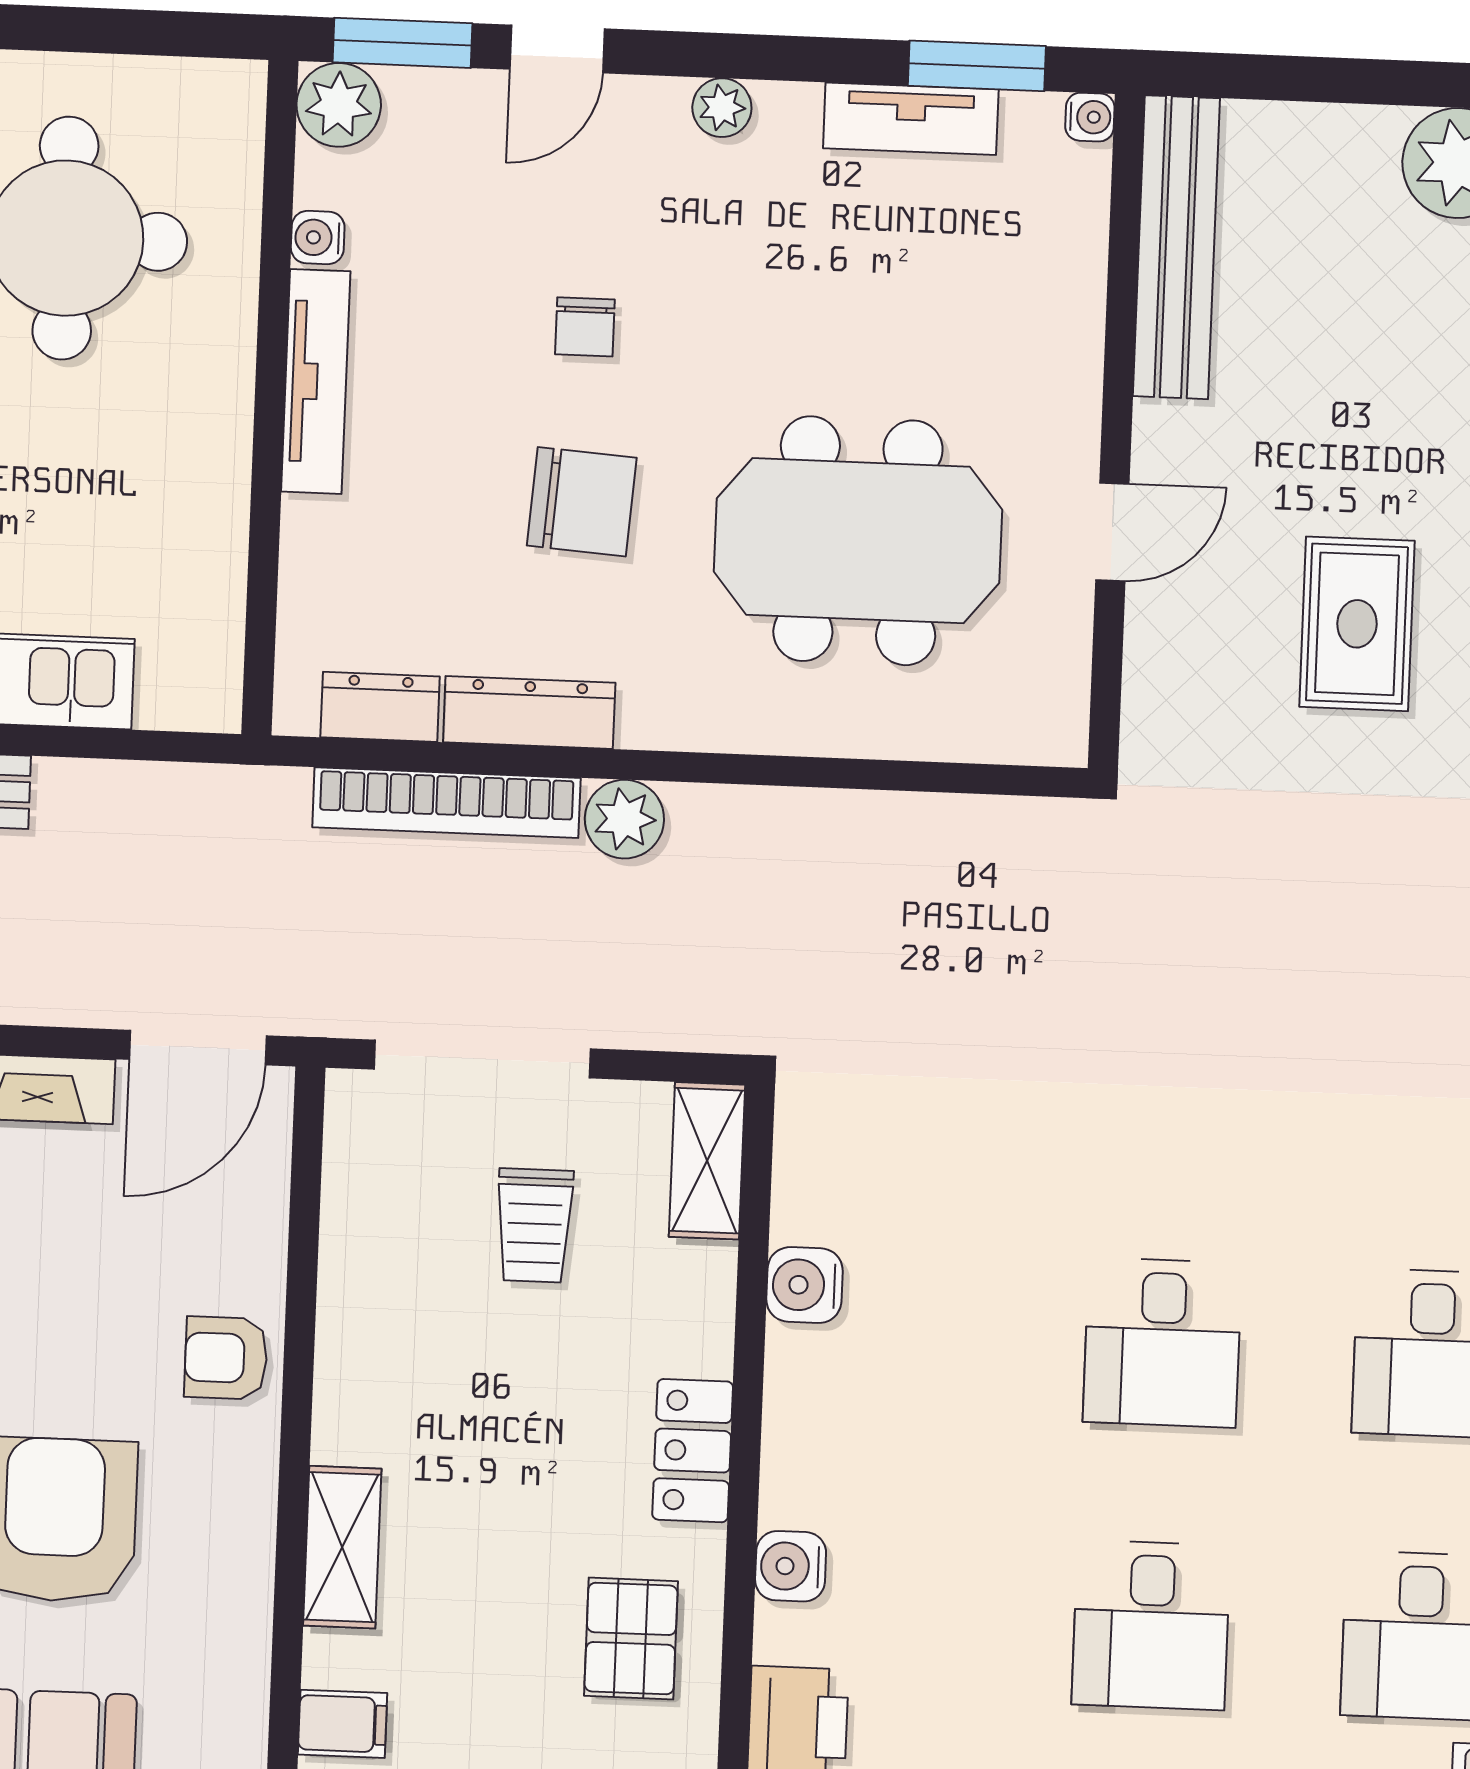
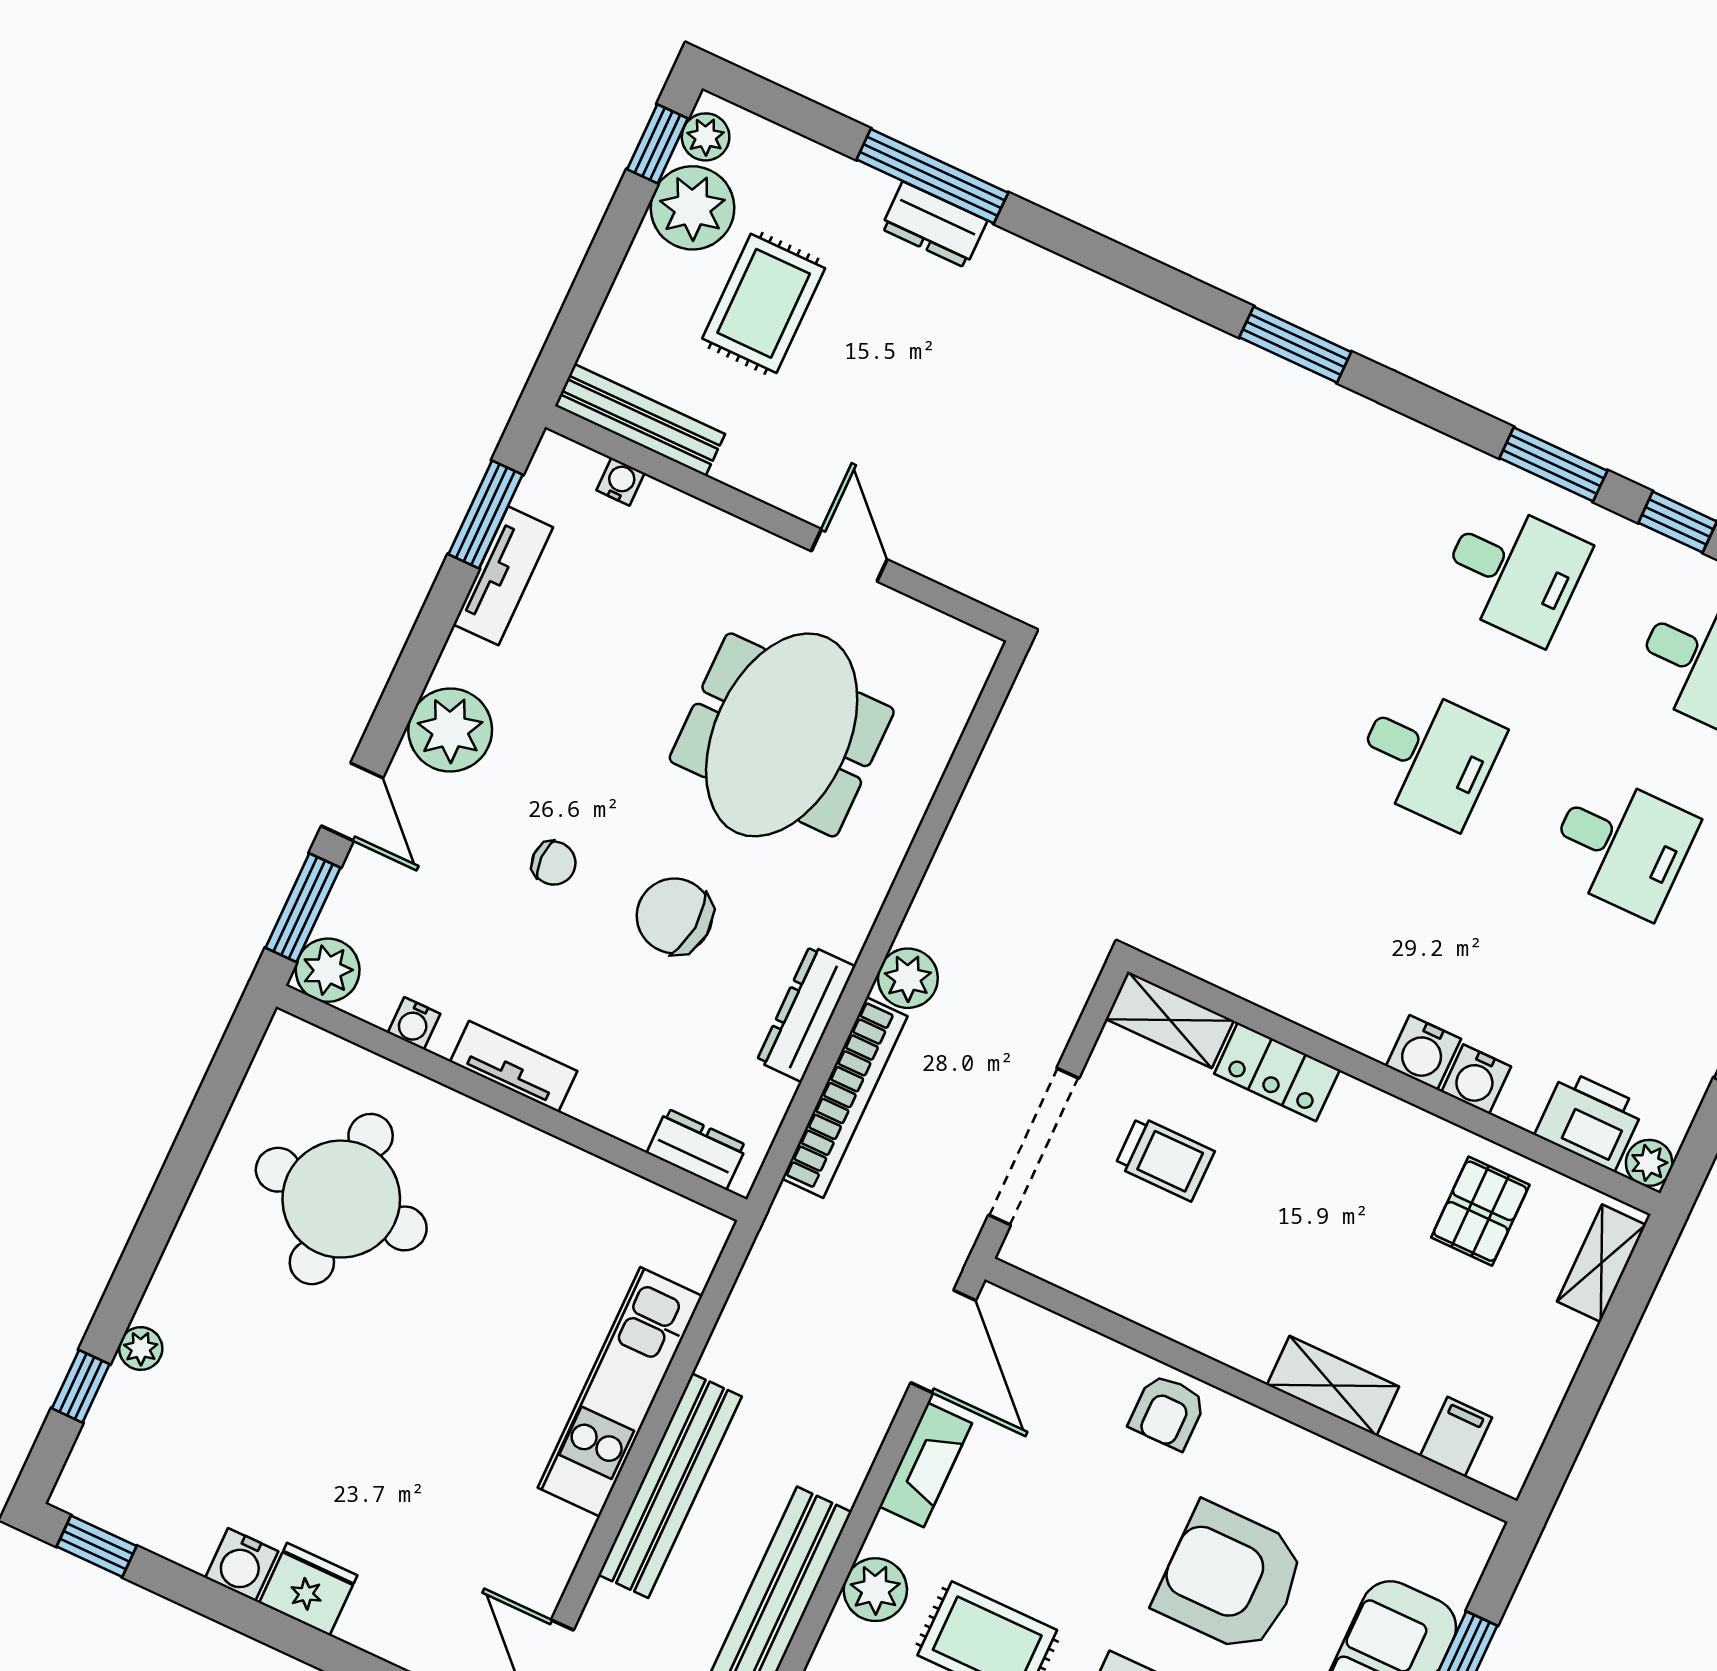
plant: (722, 108) -> (450, 730), width x1.88, depth x1.88
water cooler: (1090, 117) -> (621, 482), moved
bench: (1176, 247) -> (640, 420), width x0.73, depth x0.82
tv unit: (316, 381) -> (514, 1066), width x0.71
chair: (582, 502) -> (674, 916), turned -89
rug: (1357, 624) -> (764, 303), moved, turned 90
dresser: (380, 707) -> (697, 1149), moved, turned 90
water cooler: (804, 1285) -> (1423, 1052), moved
locker: (693, 1451) -> (1277, 1072), moved
pallet: (631, 1639) -> (1480, 1211), turned 90

